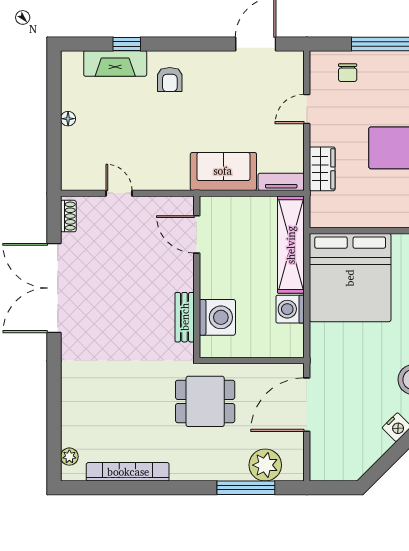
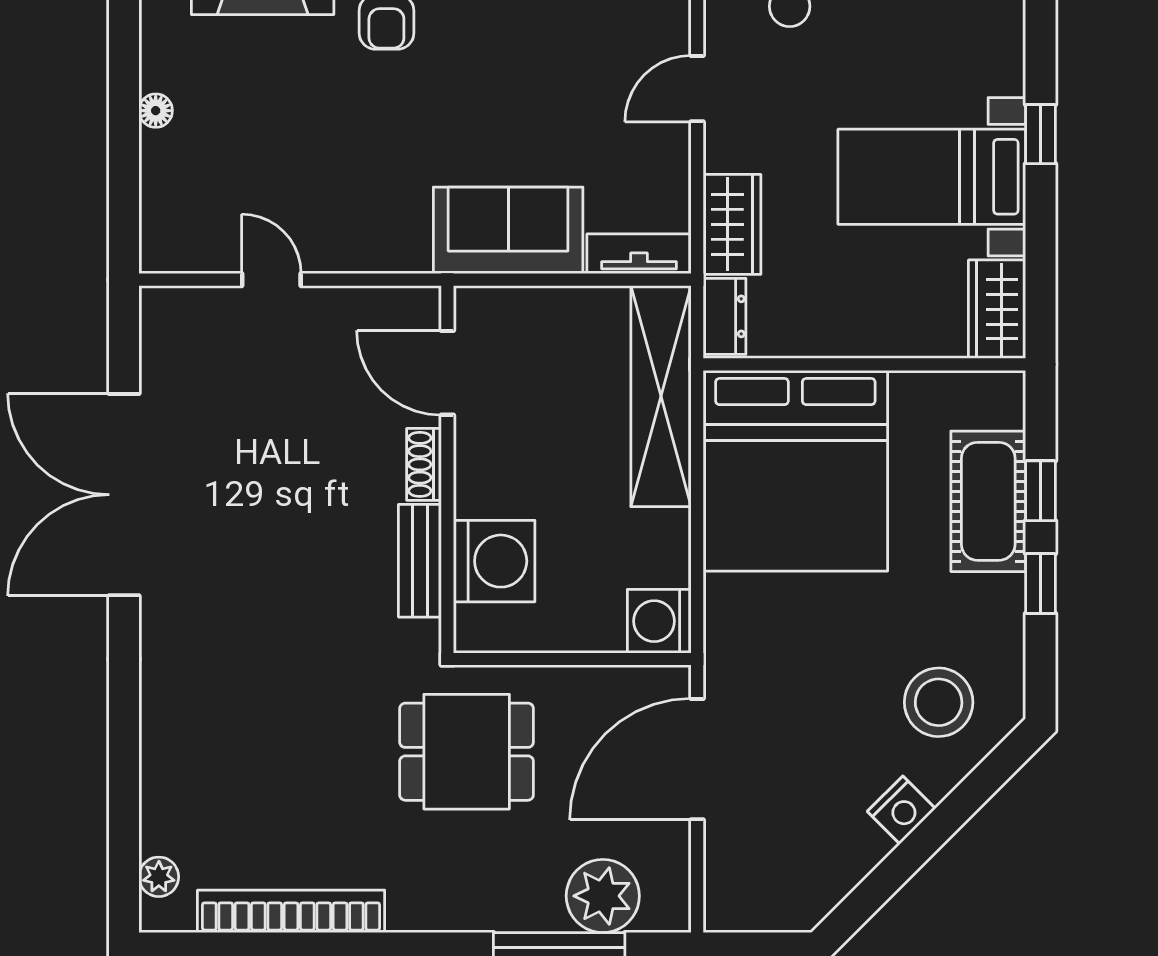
dresser: (319, 209) -> (724, 316), added
shoe rack: (68, 216) -> (424, 464), moved, turned 180
washing machine: (290, 309) -> (659, 621), moved

